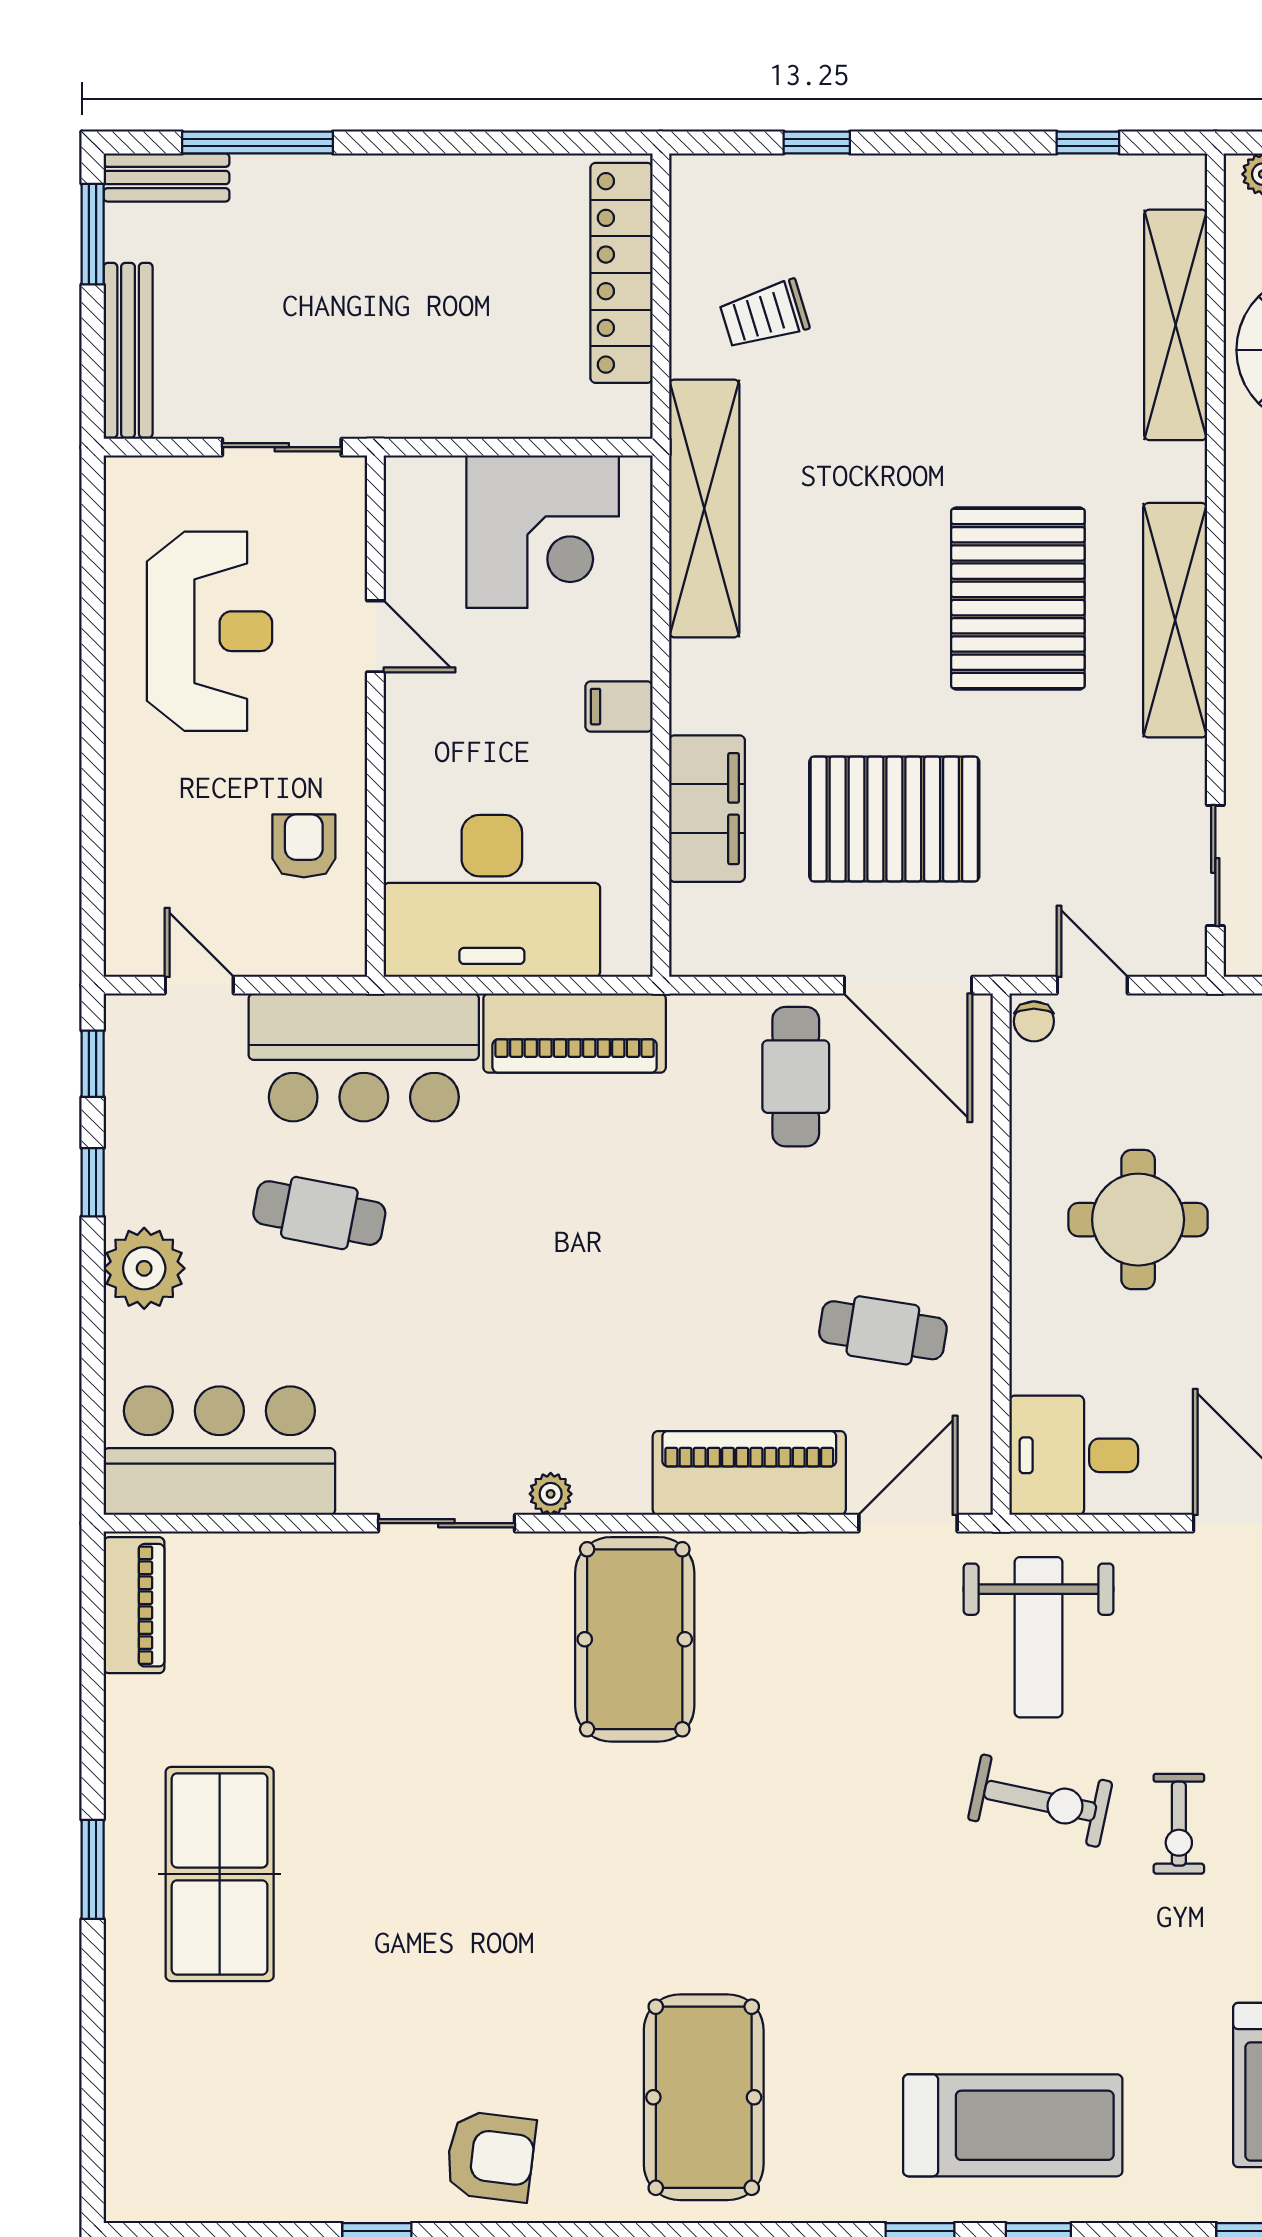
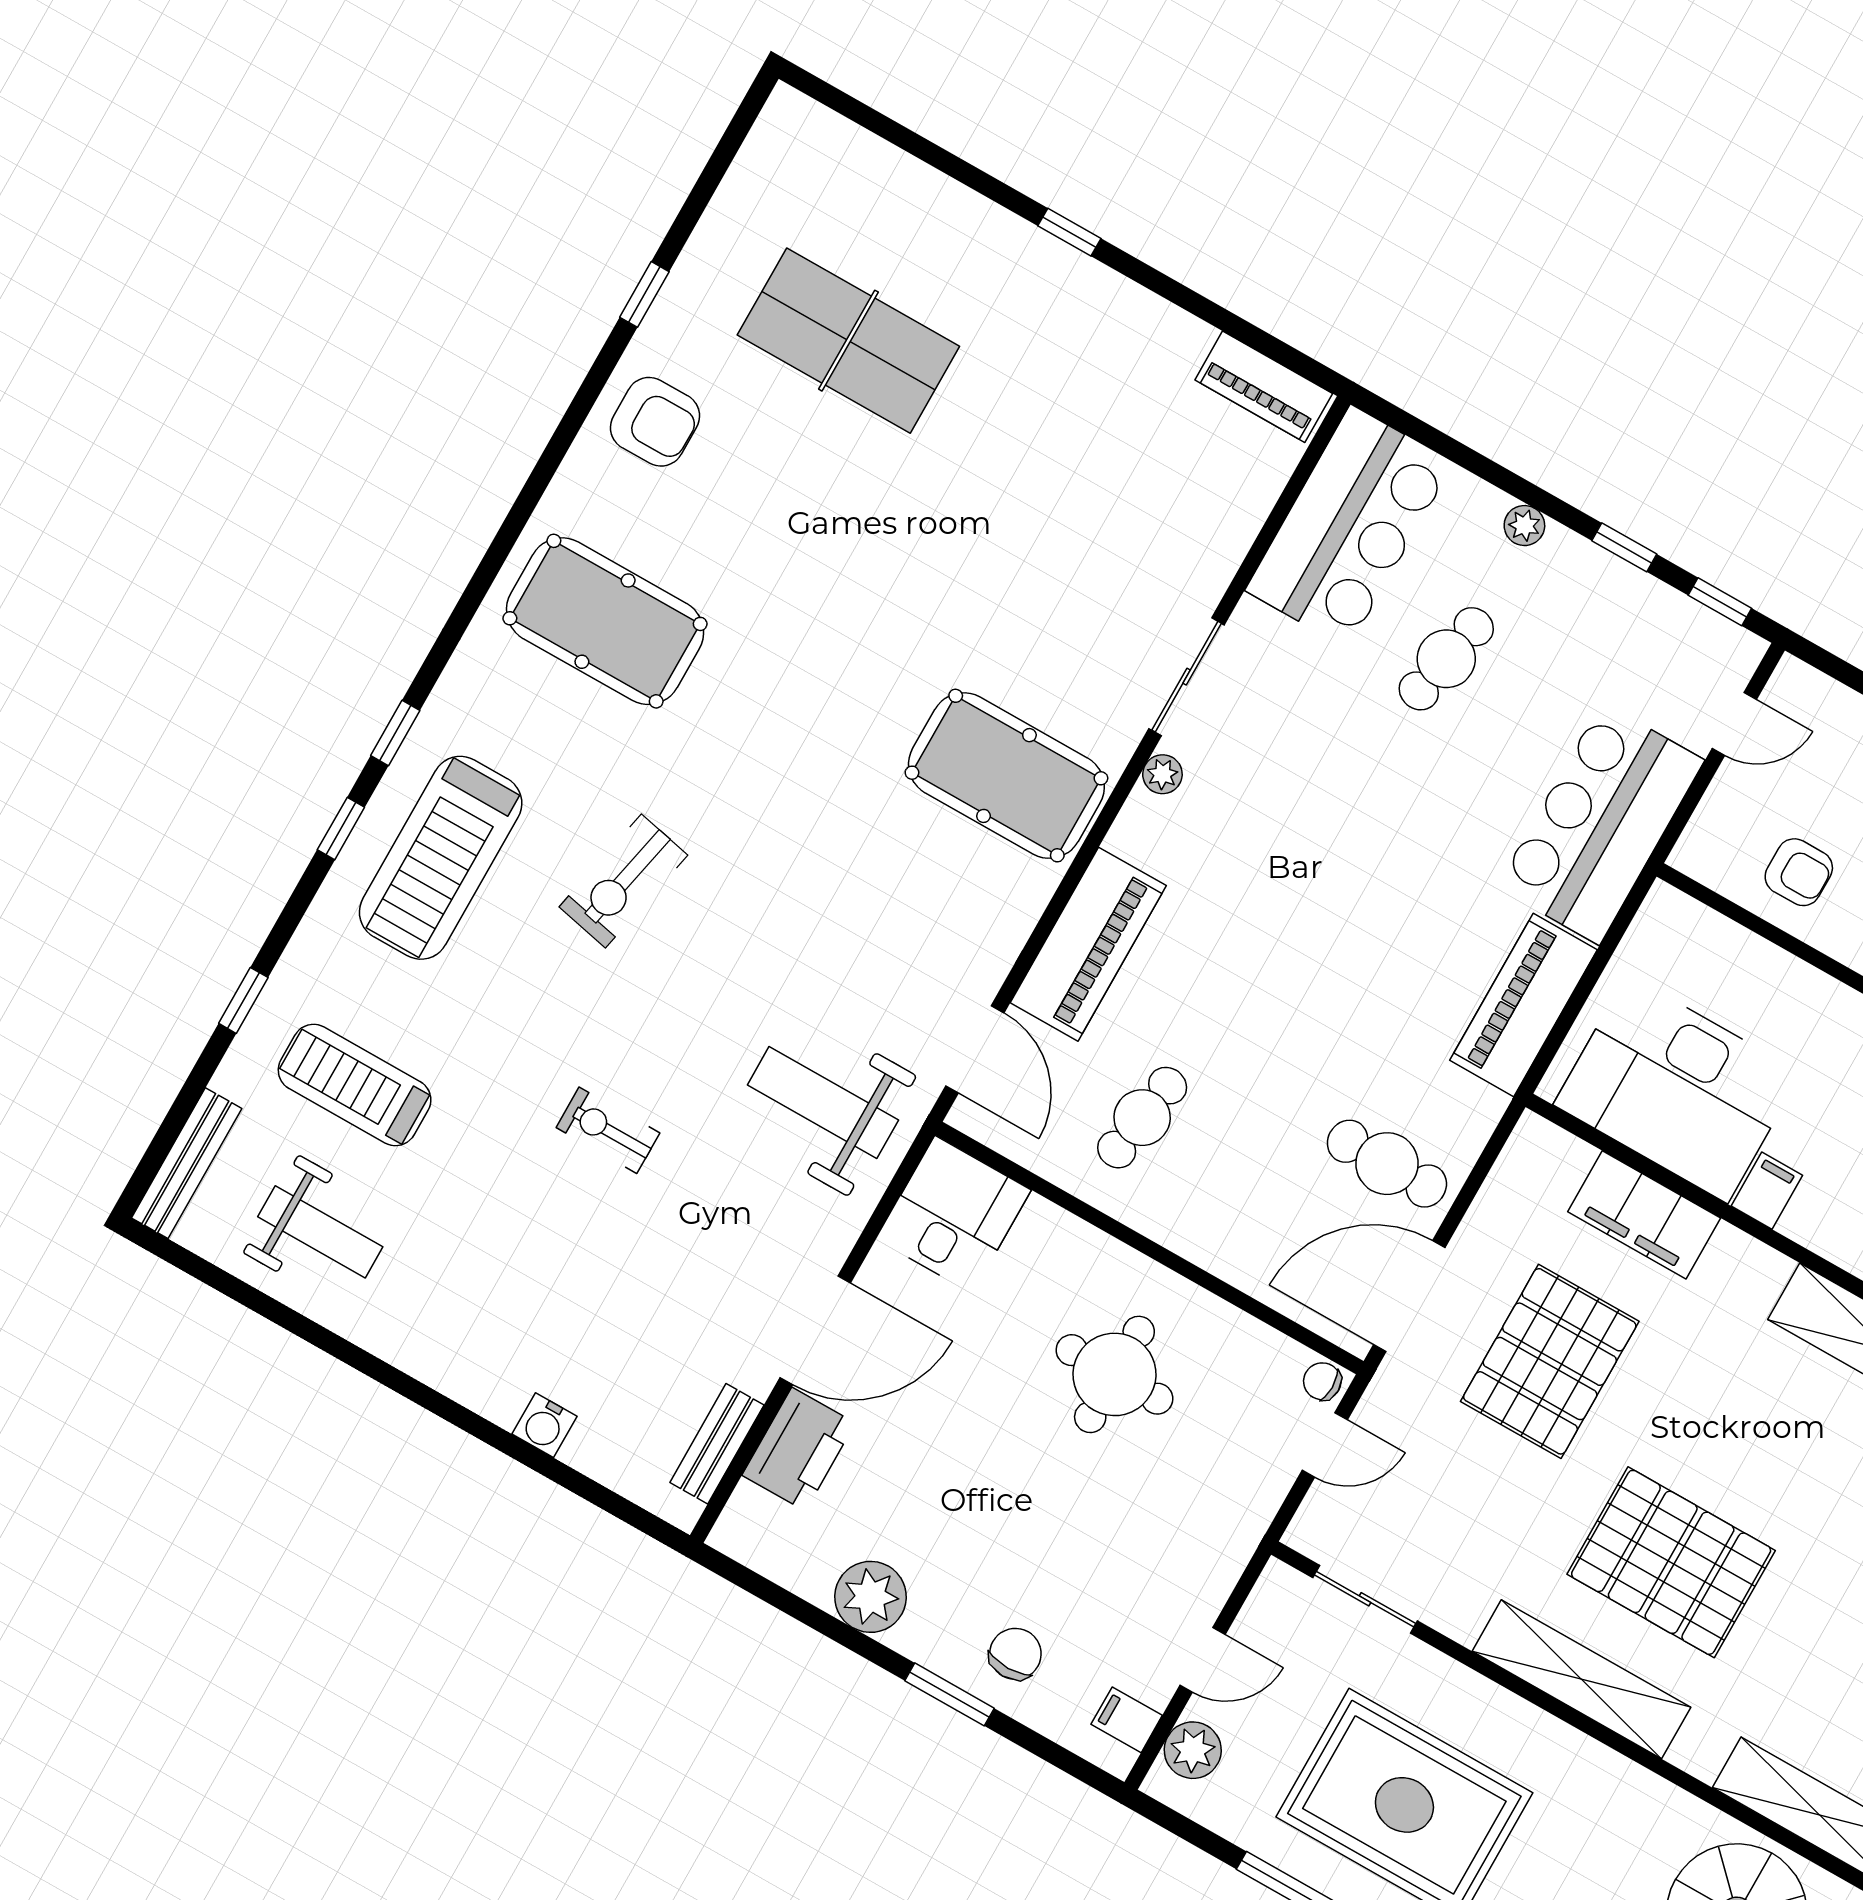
desk: (492, 896) -> (1677, 1089), moved, turned -90
cafe table: (319, 1213) -> (1446, 659), moved
plant: (144, 1268) -> (1524, 526), width x0.53, depth x0.53
exercise bike: (1040, 1801) -> (623, 881), moved
window: (93, 1869) -> (1069, 232), width x0.67
table tennis table: (220, 1874) -> (848, 341), moved
armchair: (490, 2156) -> (655, 422), turned -97

